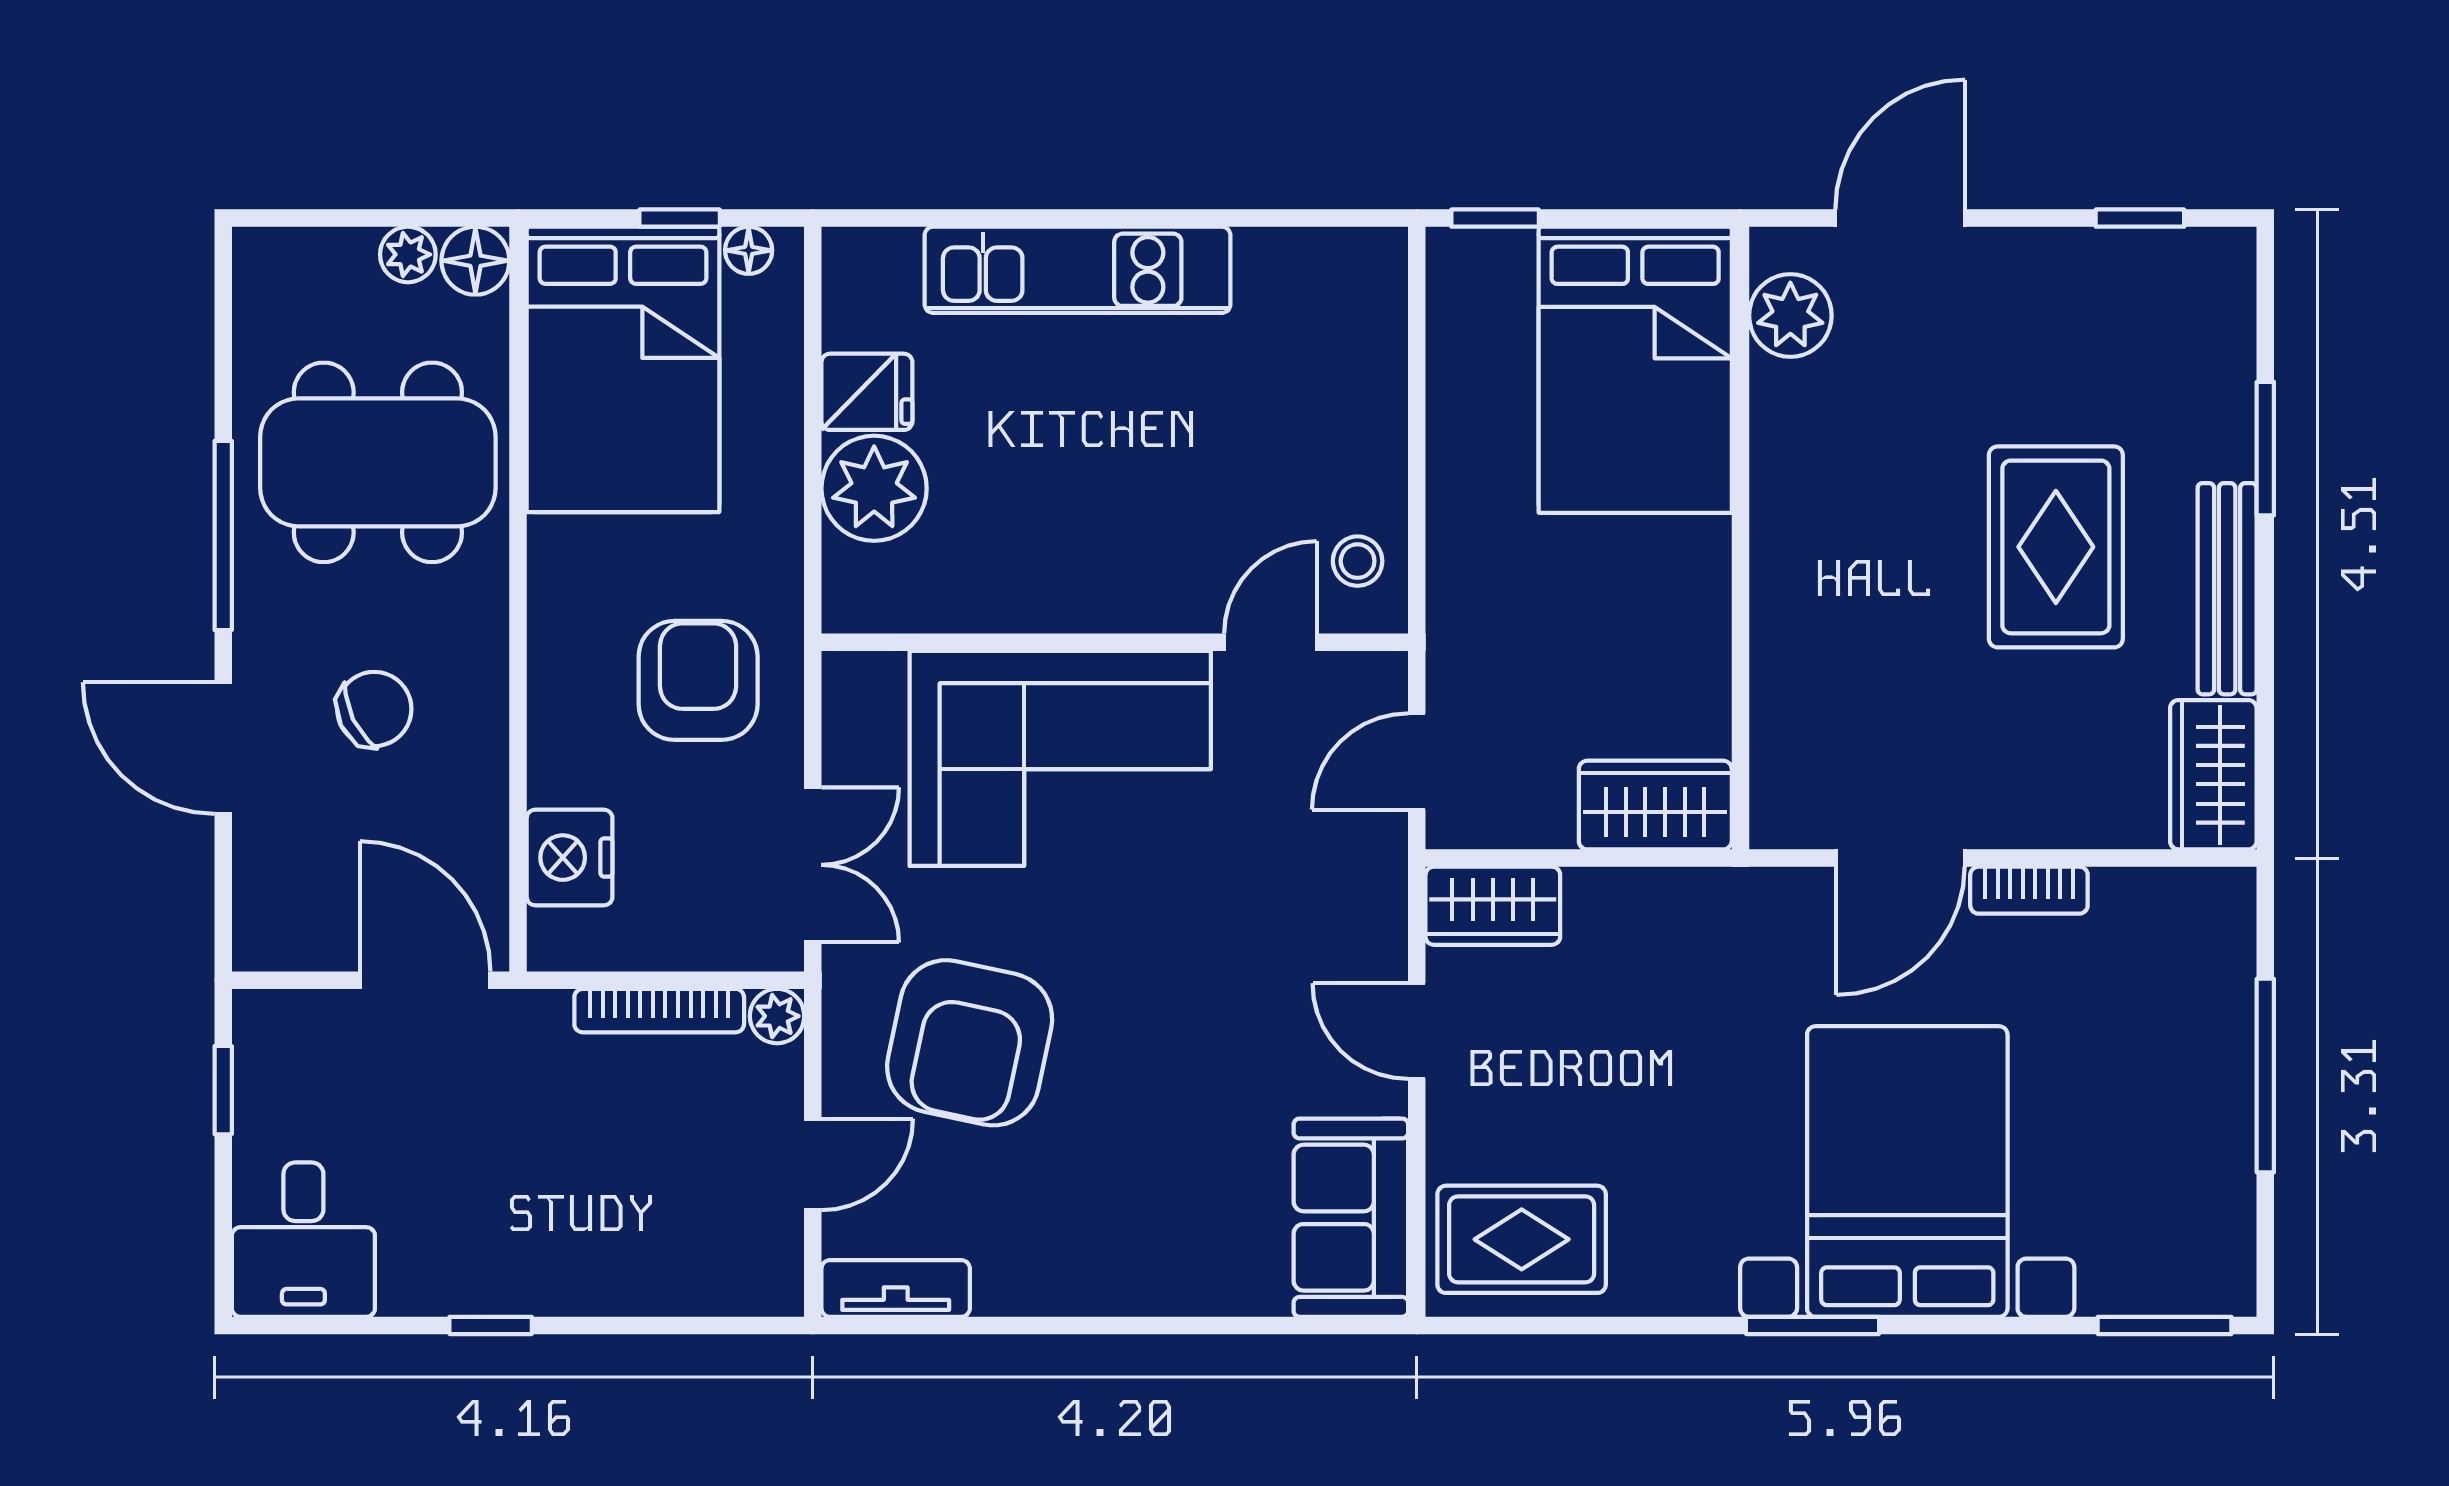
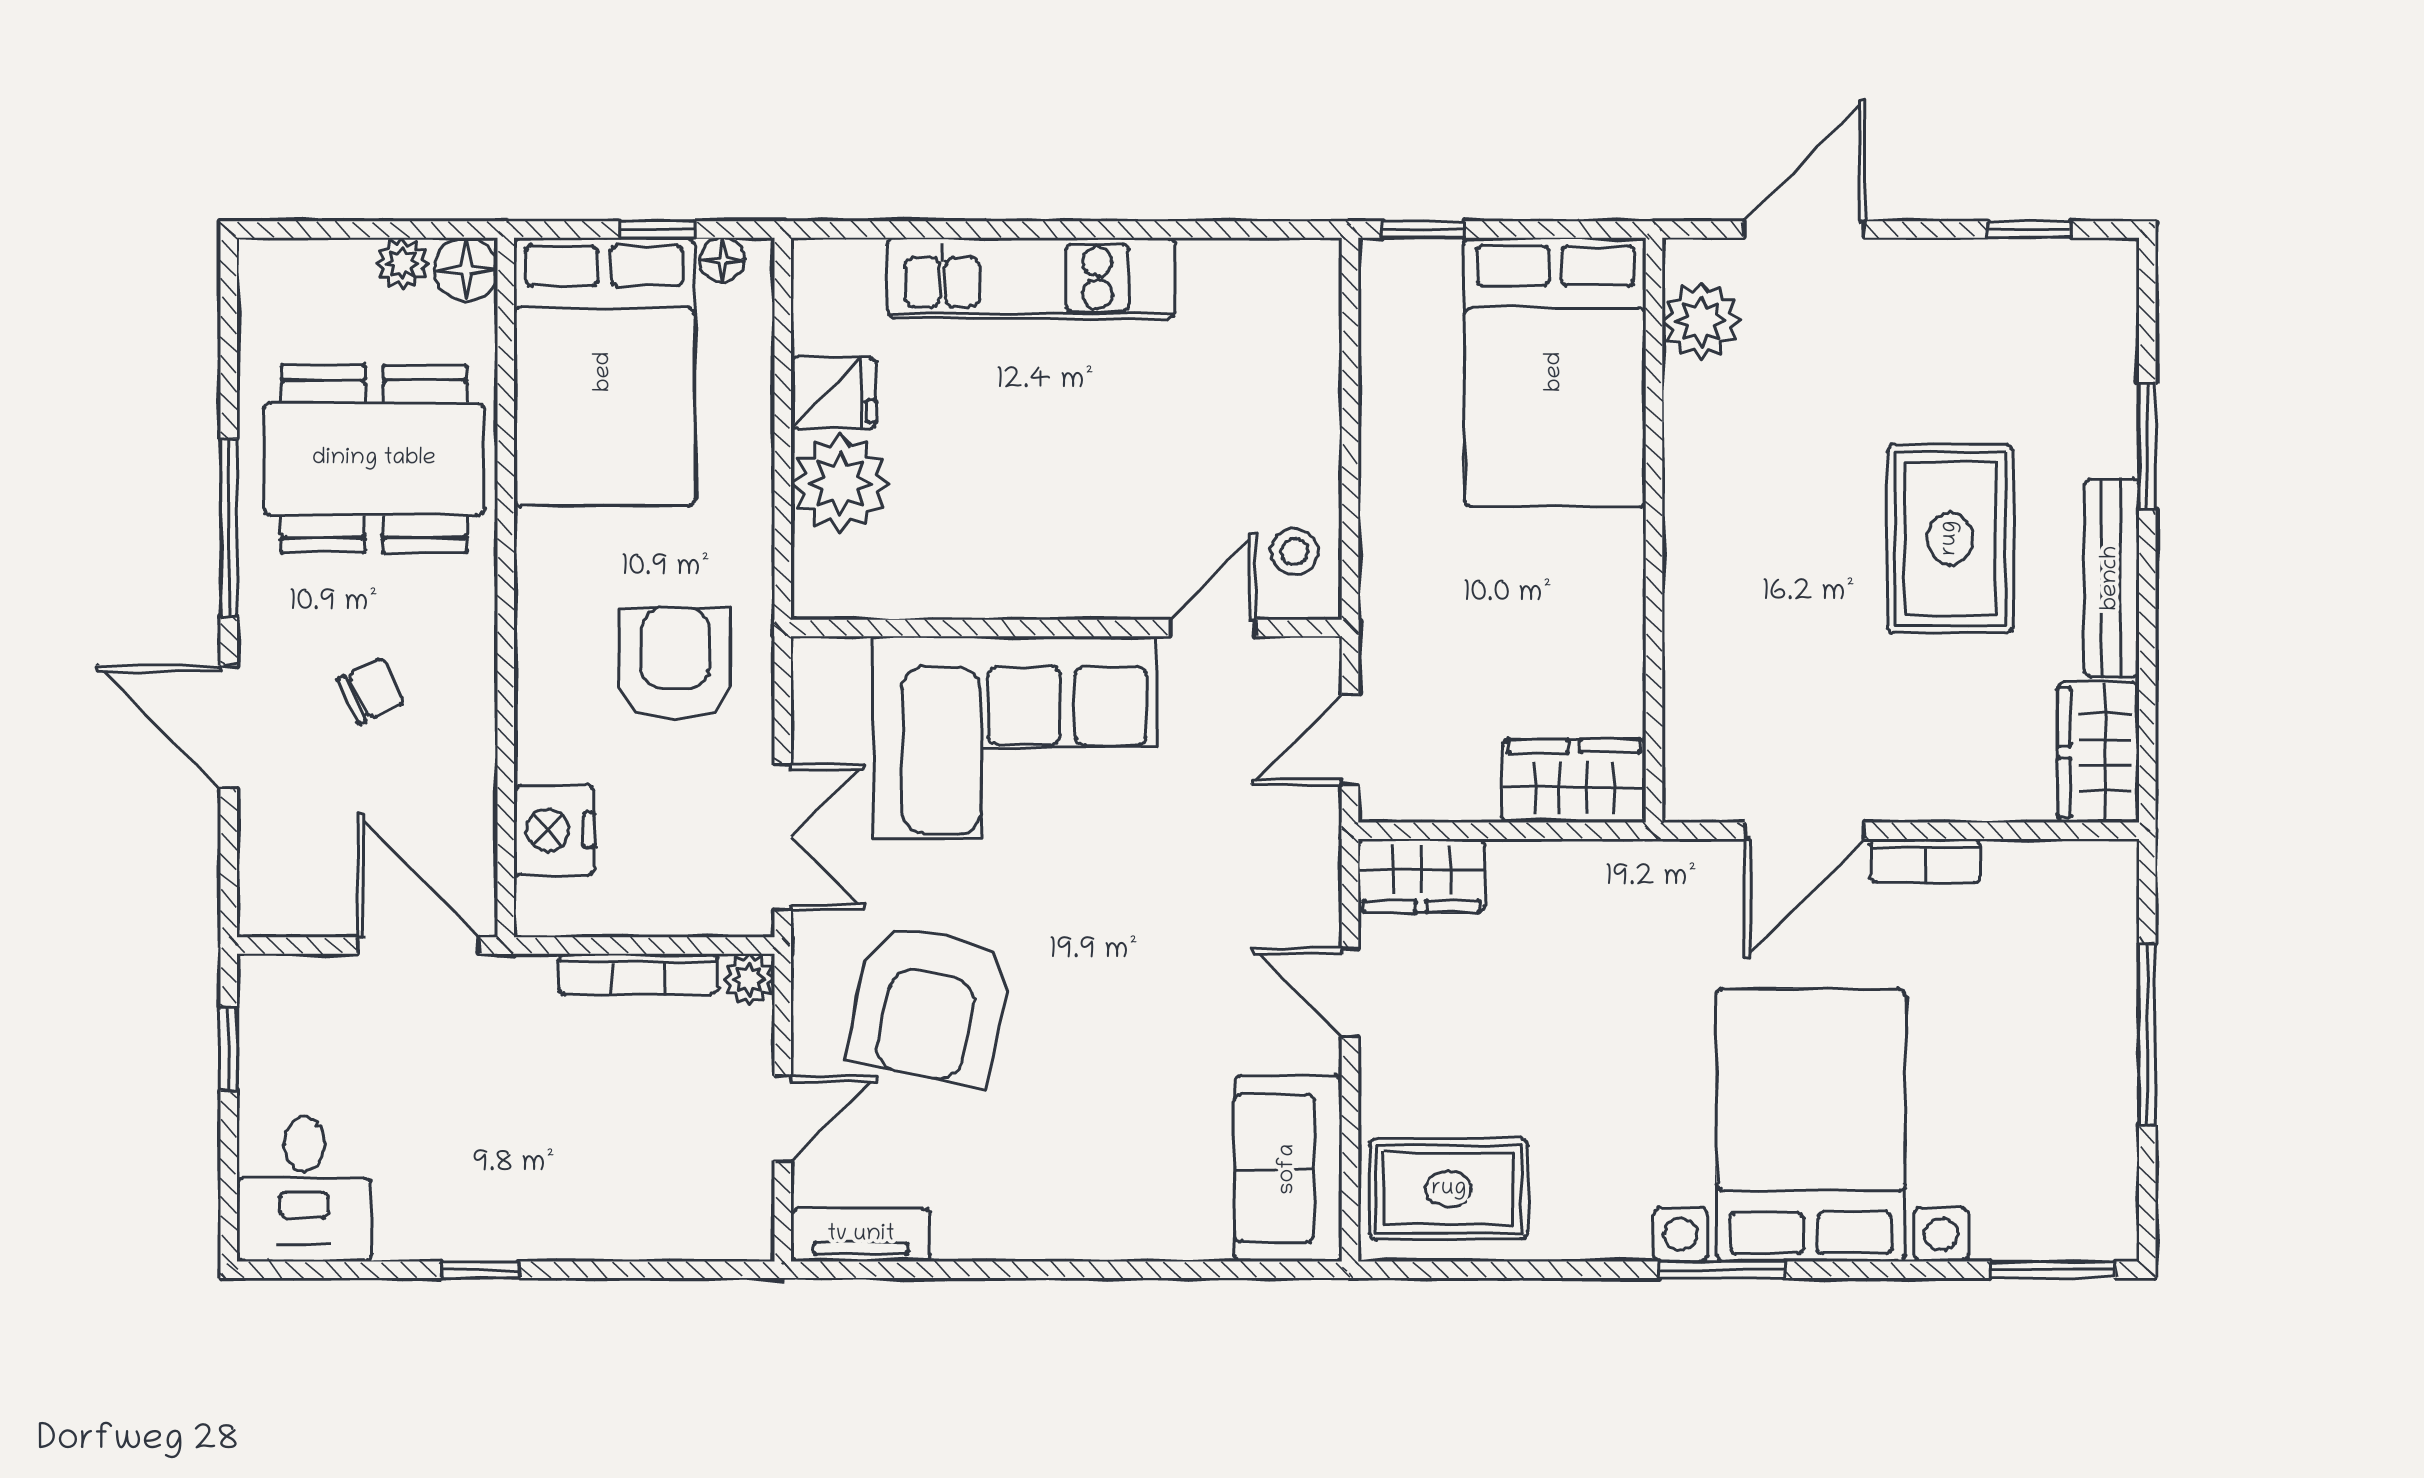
chair: (374, 709) -> (371, 691), width x0.73, depth x0.73

